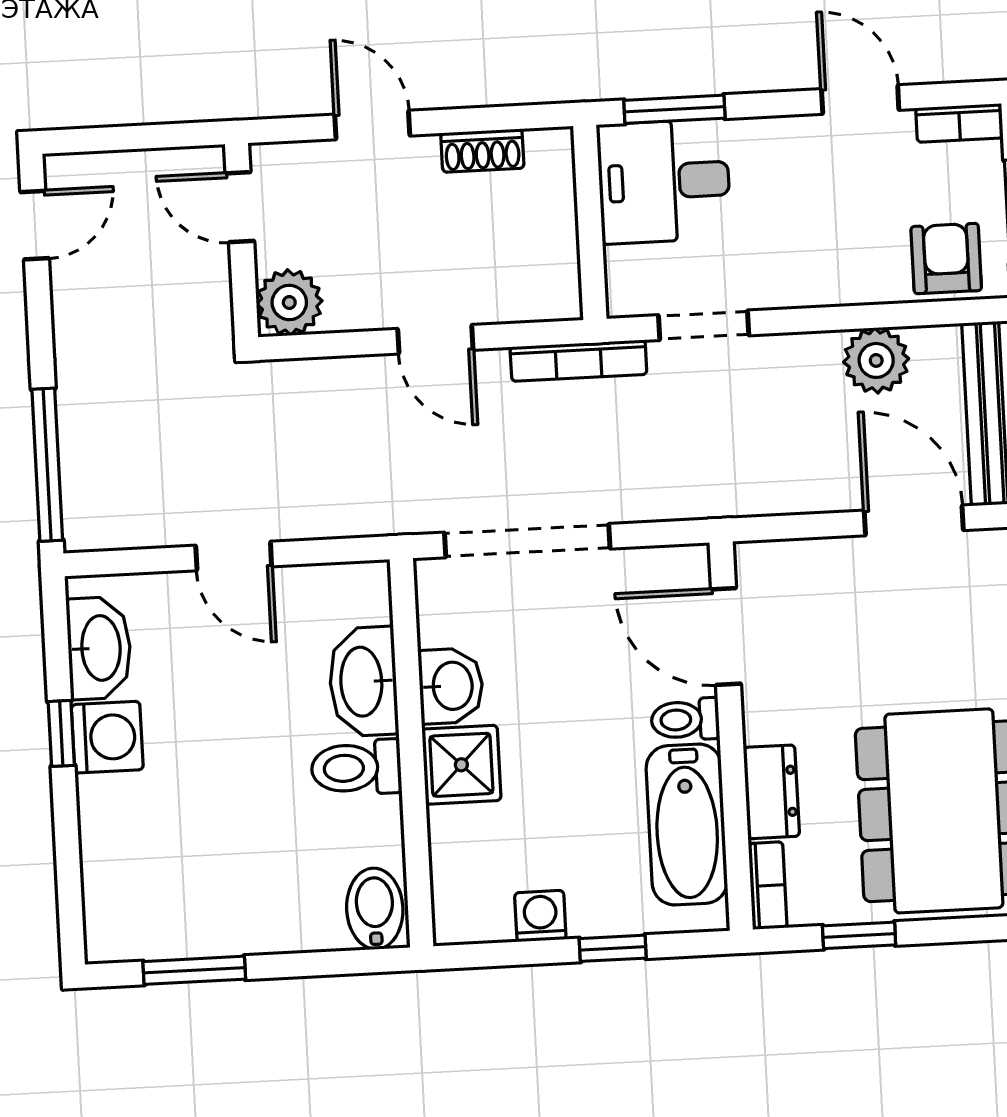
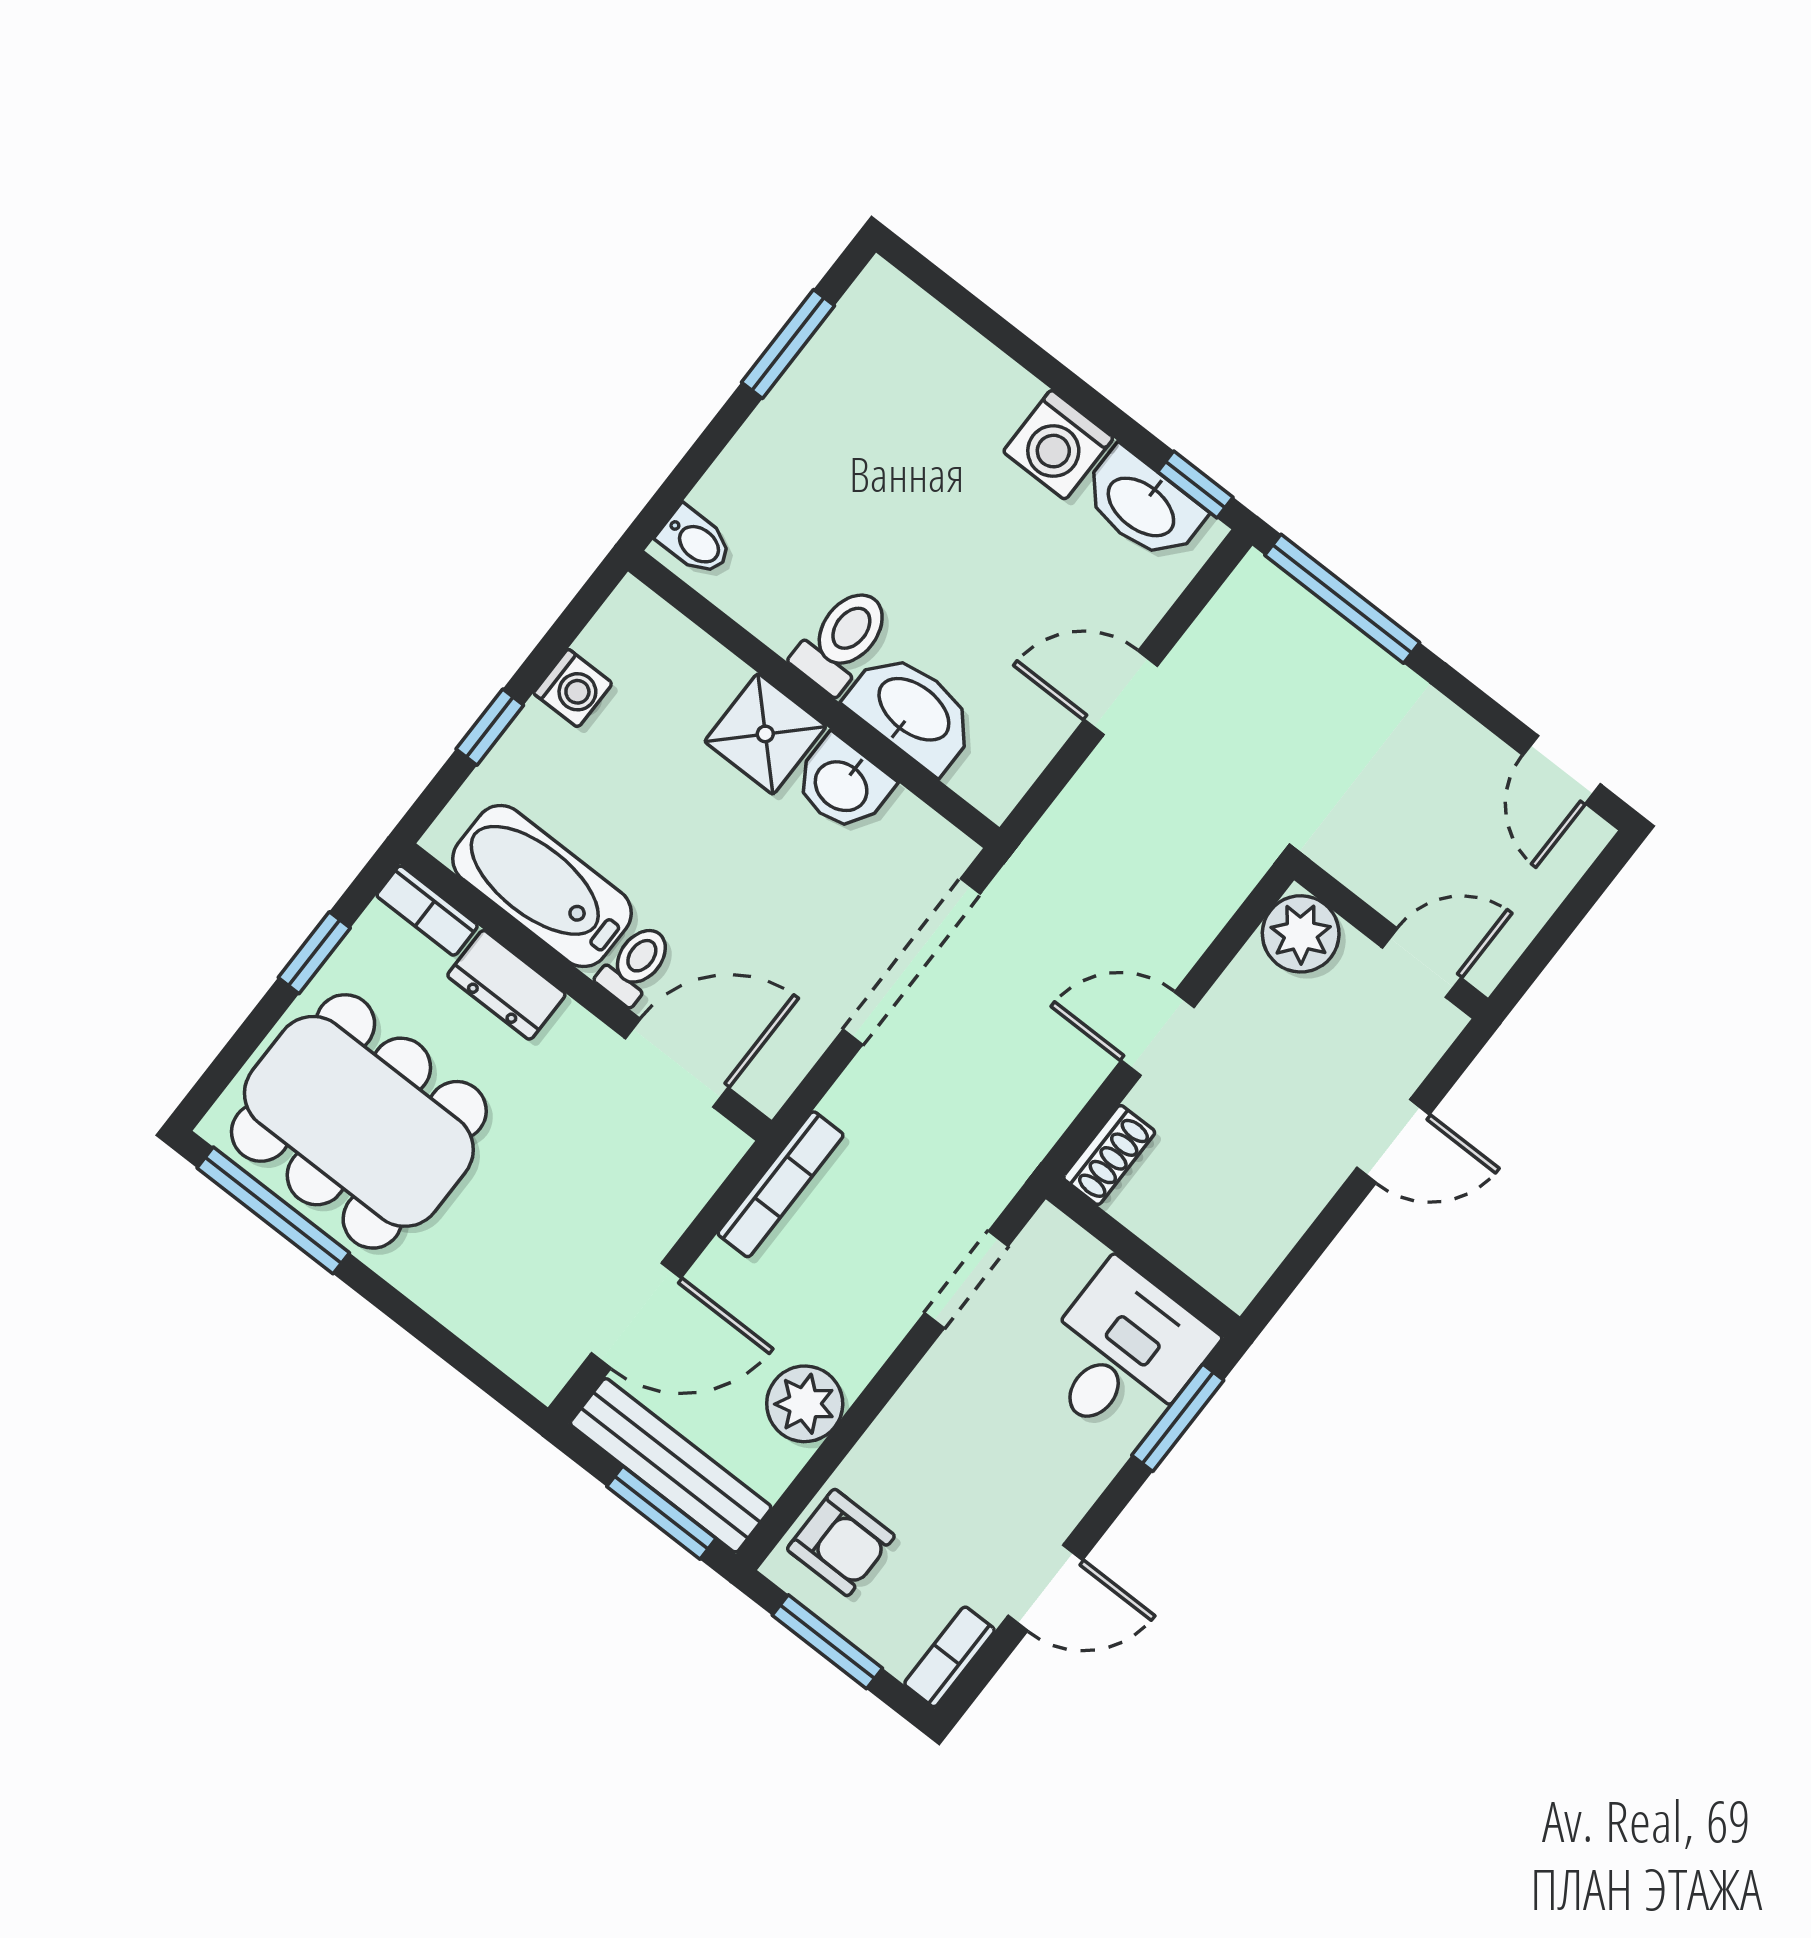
shoe rack: (482, 151) -> (1109, 1155), moved, turned 180
bookcase: (578, 361) -> (781, 1184), moved, turned 180
window: (61, 733) -> (1195, 484), moved
bidet: (375, 909) -> (695, 541), width x0.72, depth x0.74

